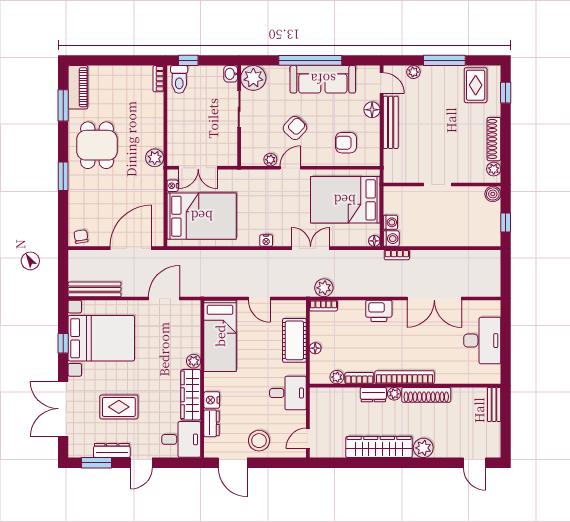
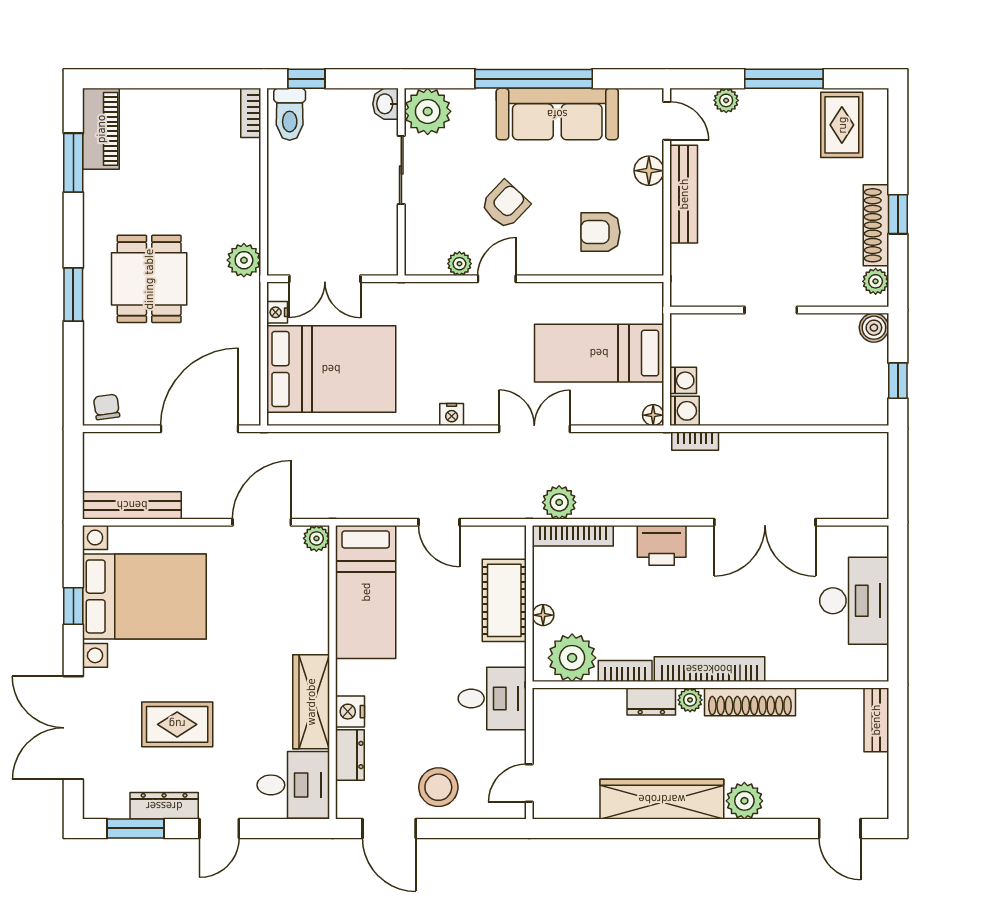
window: (506, 93) -> (898, 214), moved
dining table: (97, 145) -> (149, 279), moved
bed: (345, 200) -> (599, 353), width x0.67
bookcase: (323, 306) -> (573, 536), width x1.56
plant: (194, 361) -> (316, 538), moved
plant: (337, 377) -> (572, 658), width x1.87, depth x1.87

